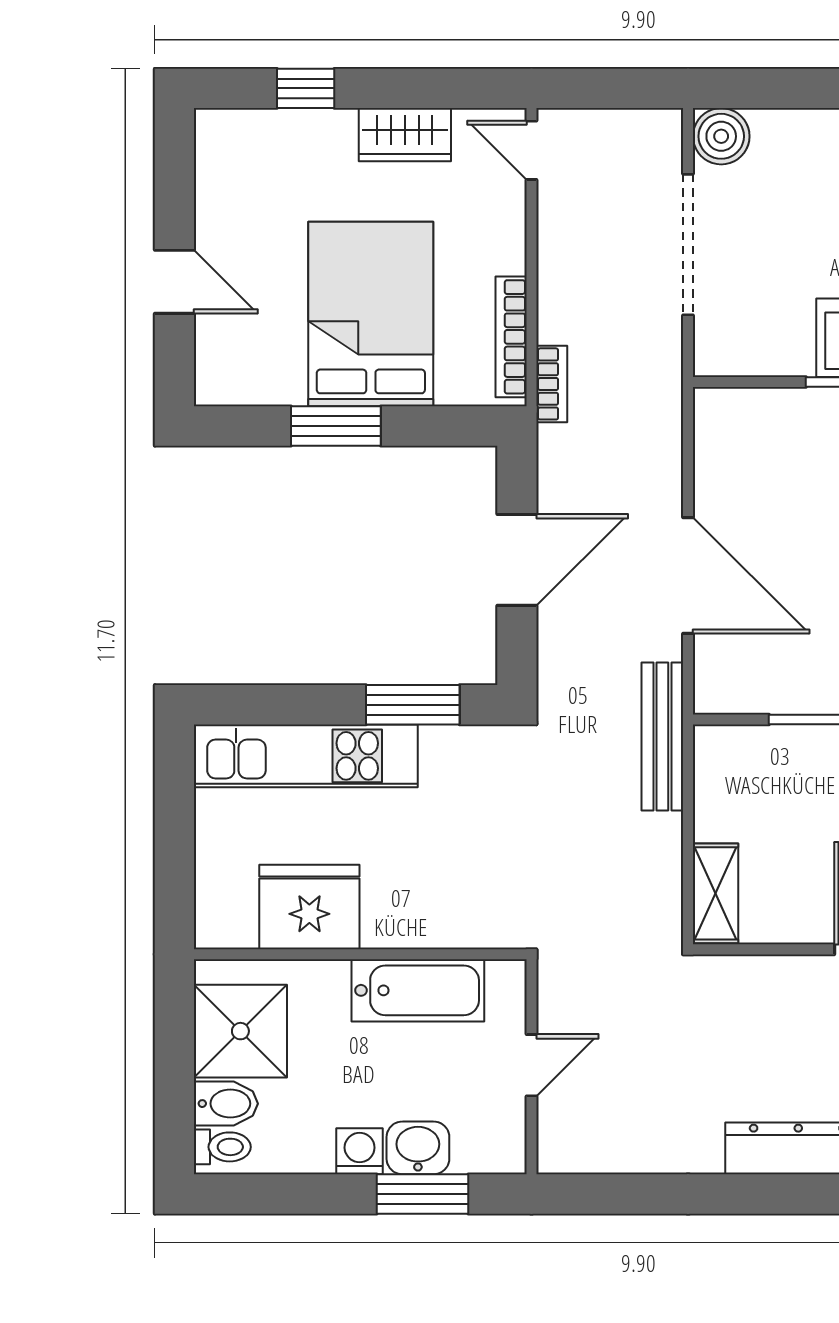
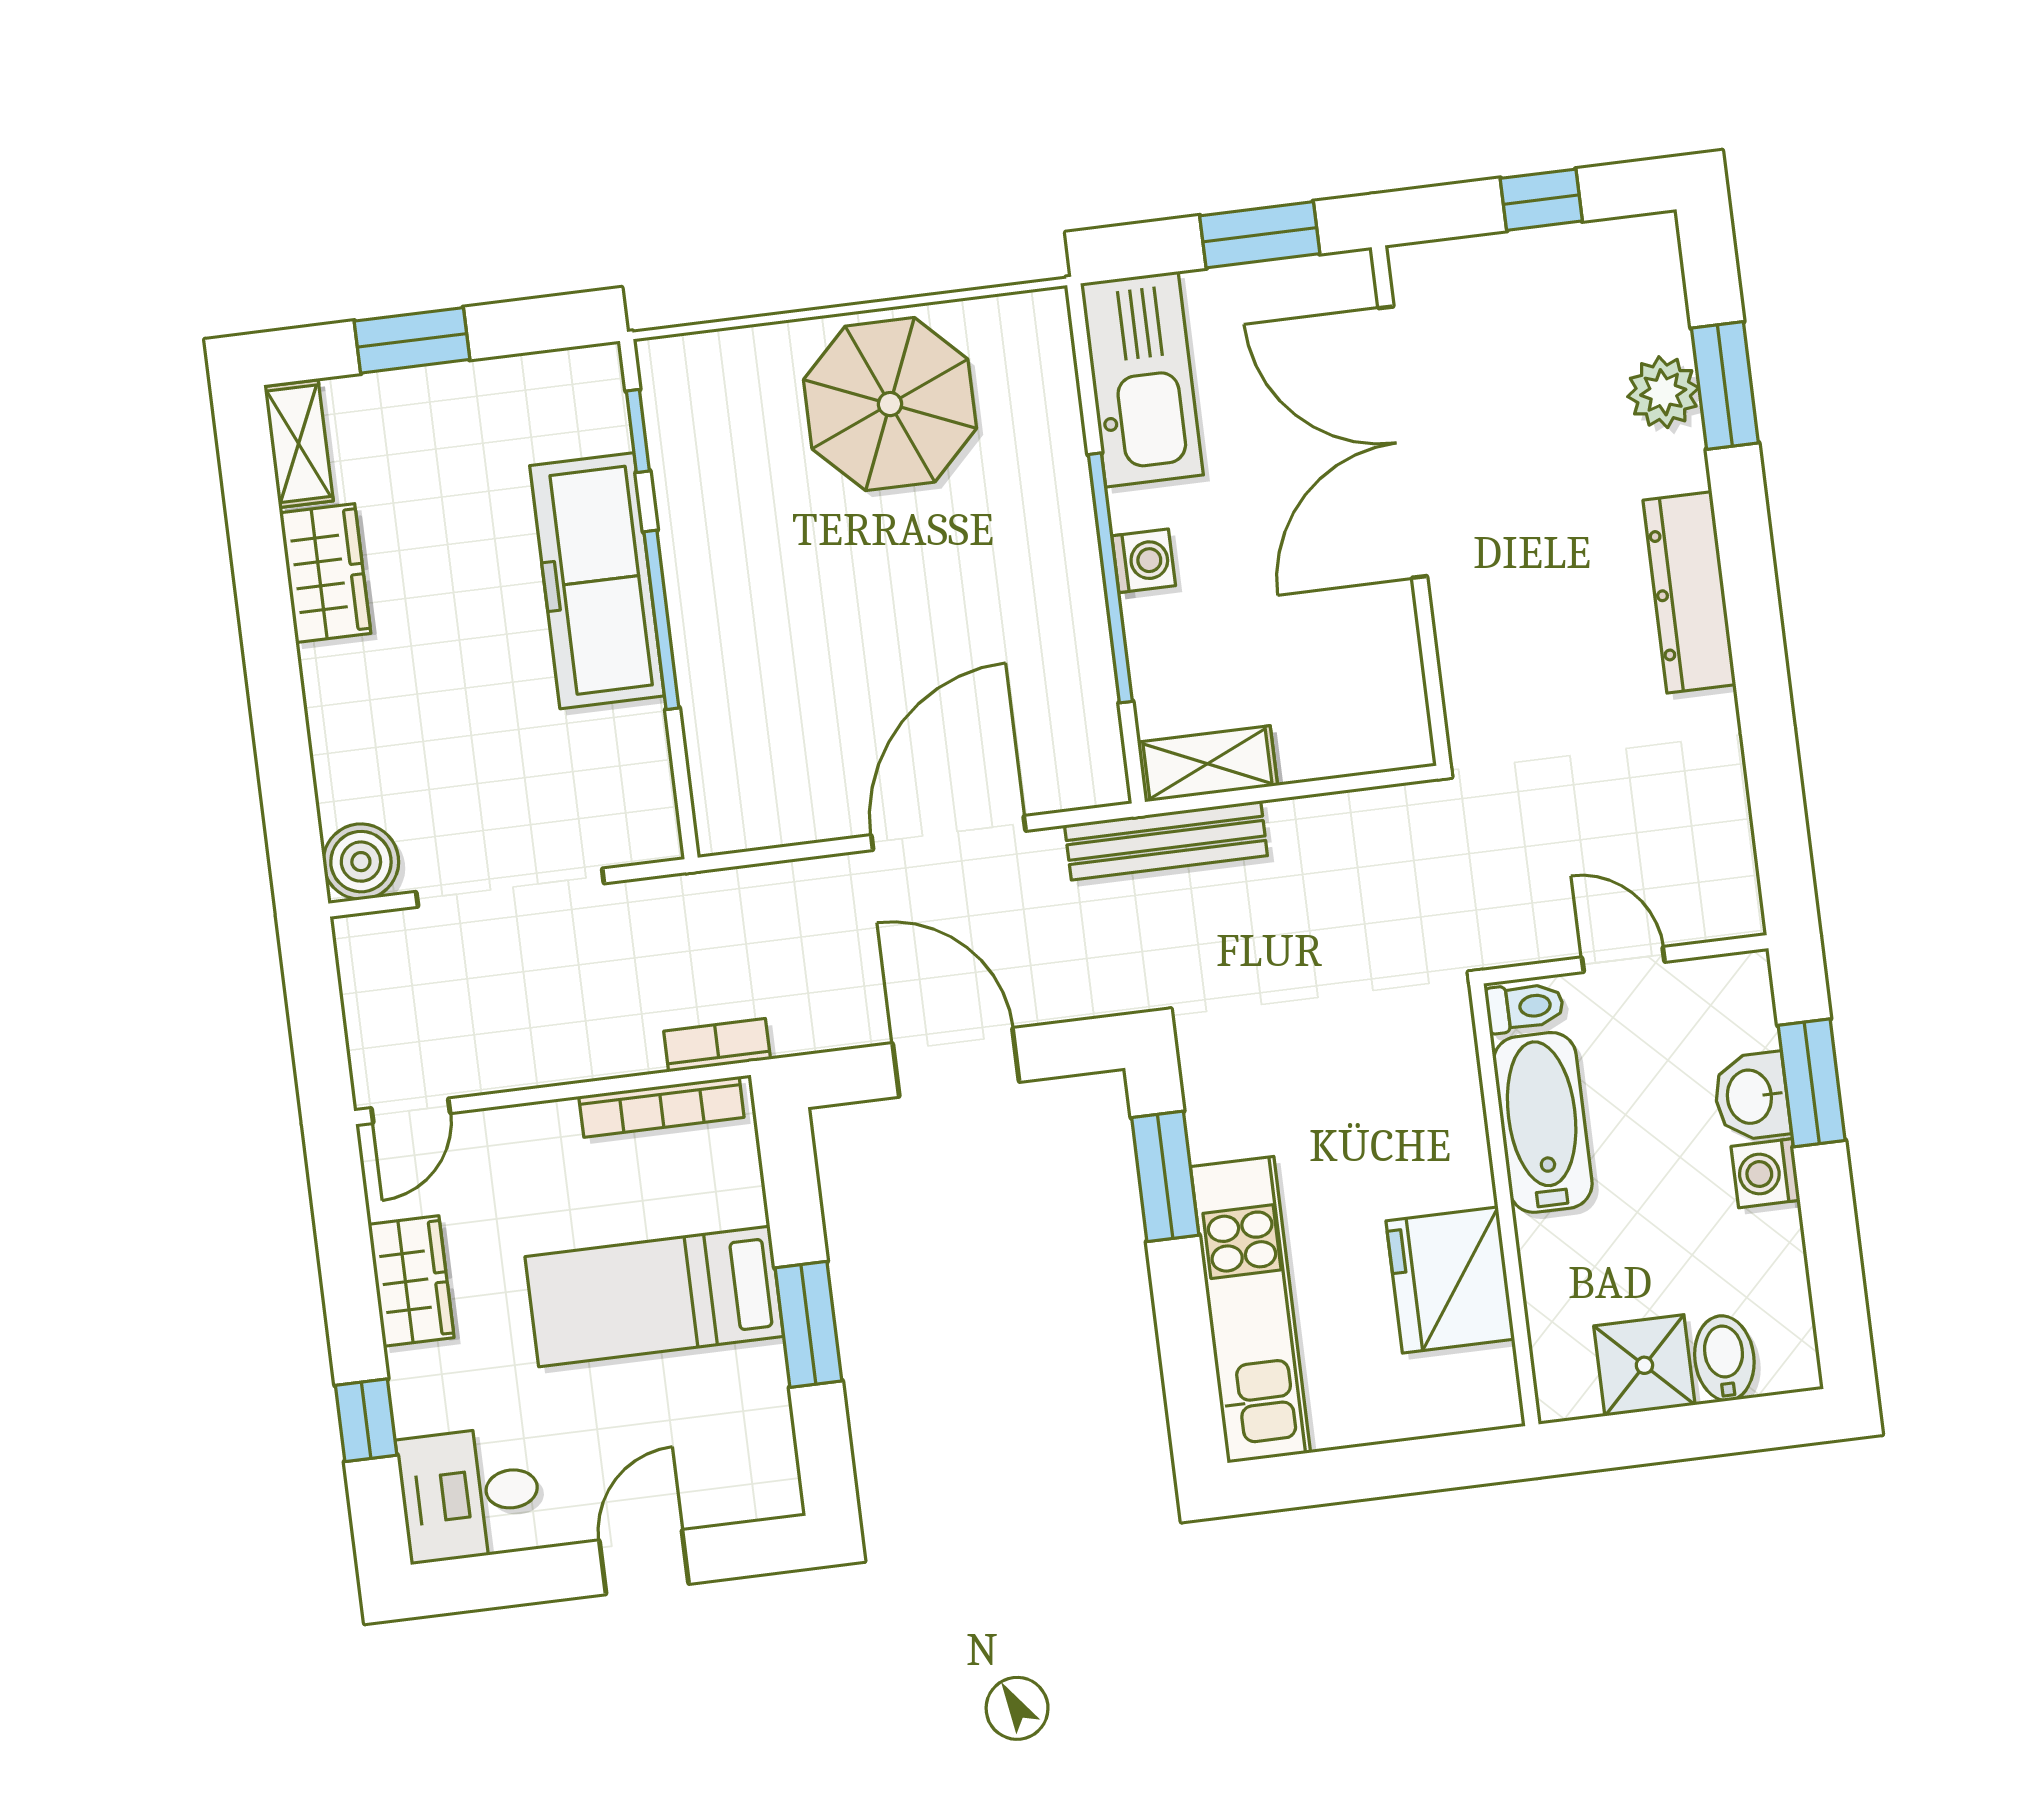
desk: (241, 159) -> (470, 1494), added
bed: (371, 314) -> (654, 1296), width x0.67
shelving: (715, 893) -> (1208, 764), moved
shower: (240, 1031) -> (1644, 1365), width x0.73, depth x0.73
toilet: (222, 1147) -> (1525, 1007), moved, turned 90

